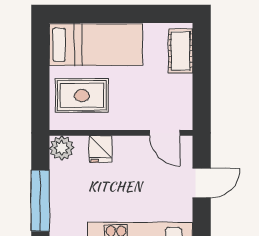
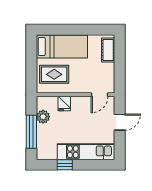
door: (165, 133) -> (100, 95), hinge flipped
plant: (62, 148) -> (43, 117), moved

